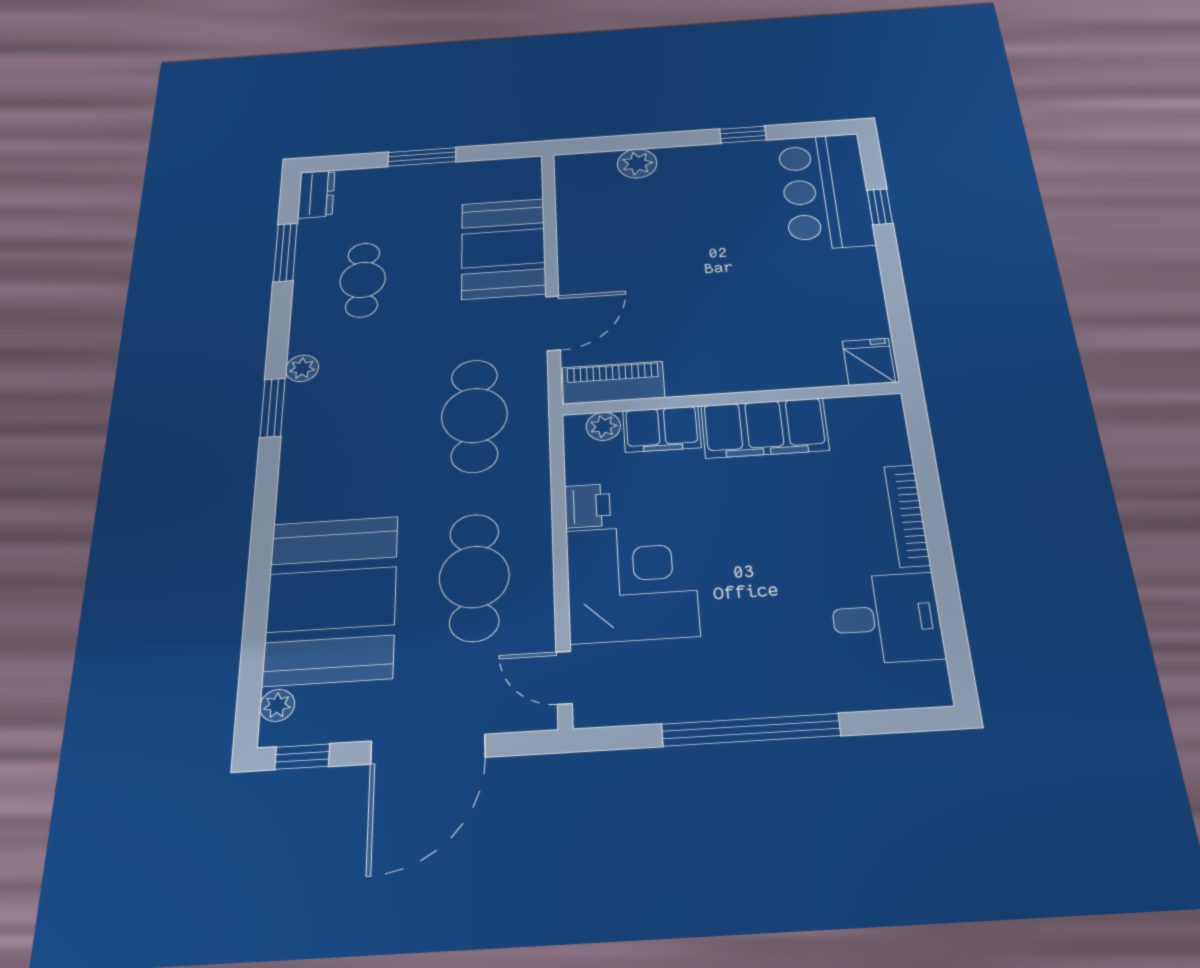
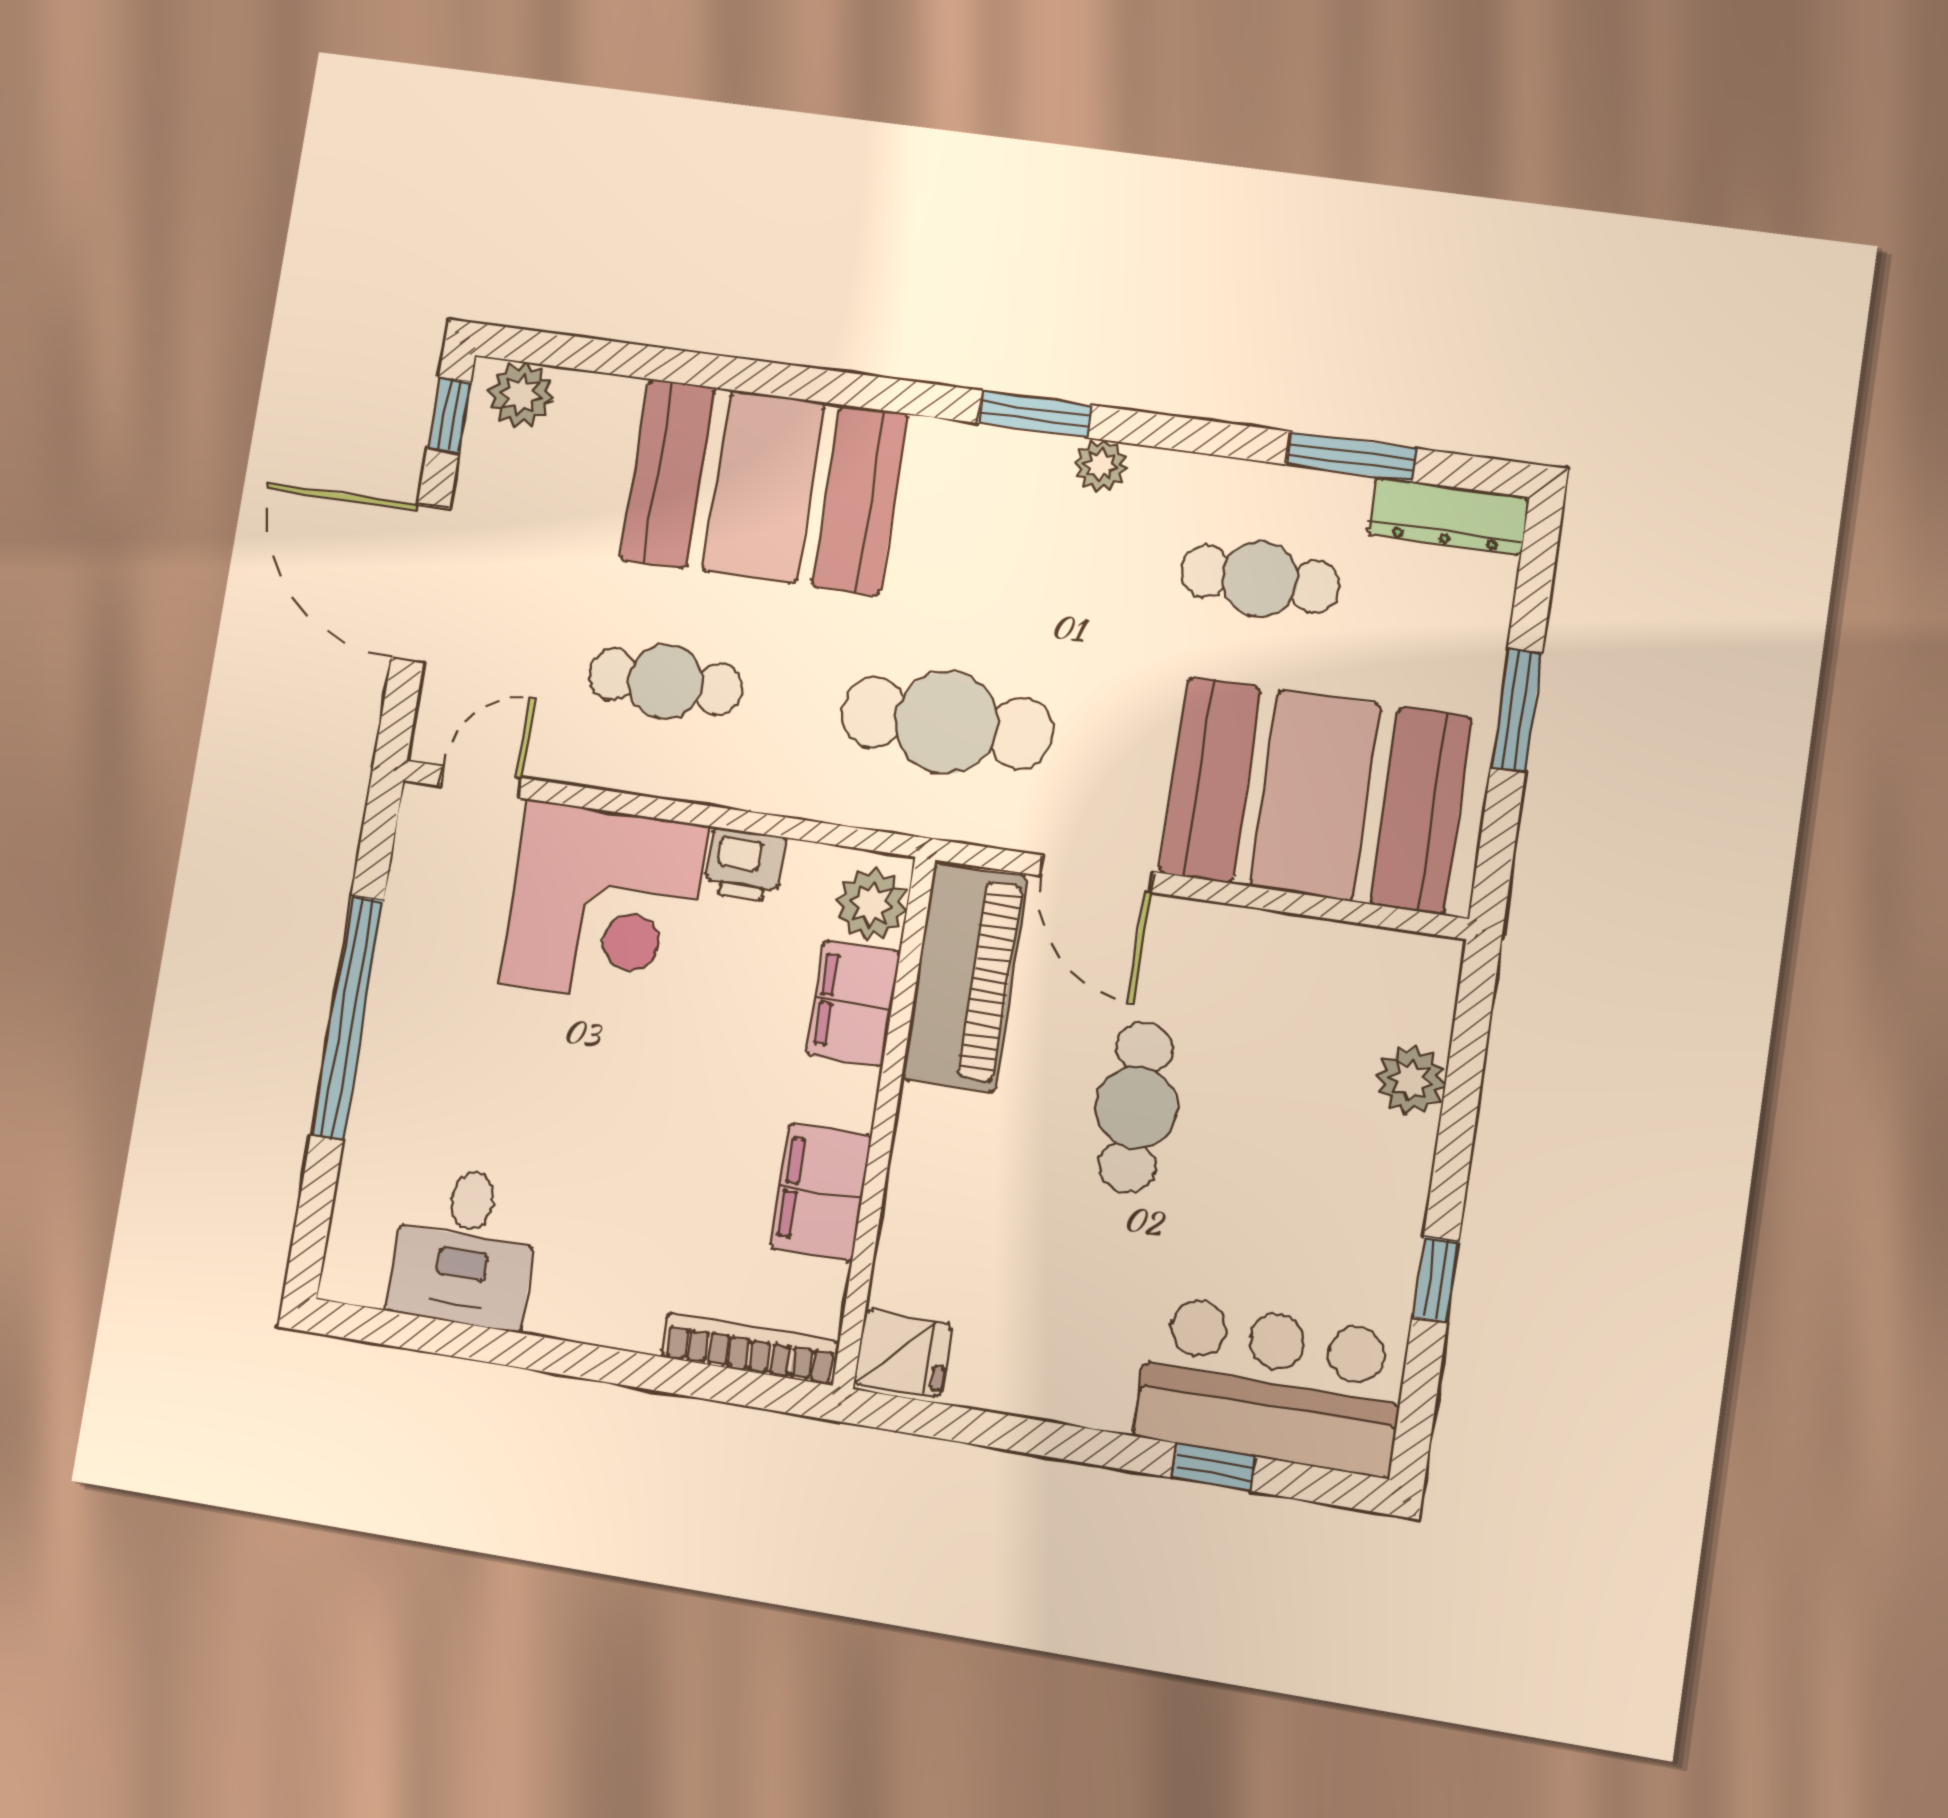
dresser: (316, 194) -> (1448, 516), width x1.44
booth: (503, 248) -> (1315, 795), width x1.36, depth x1.42
cafe table: (687, 279) -> (1136, 1107), added
piano: (613, 383) -> (965, 978), width x1.37, depth x1.33
plant: (603, 426) -> (871, 904), width x1.38, depth x1.38
filing cabinet: (765, 428) -> (821, 1192), width x0.67, depth x0.86
bookcase: (907, 515) -> (750, 1349), moved
cafe table: (474, 577) -> (666, 682), width x0.73, depth x0.74
booth: (331, 599) -> (763, 487), moved
plant: (277, 705) -> (521, 395), width x1.38, depth x1.38

